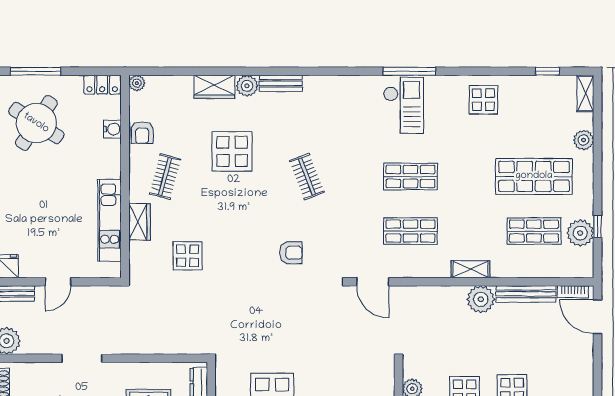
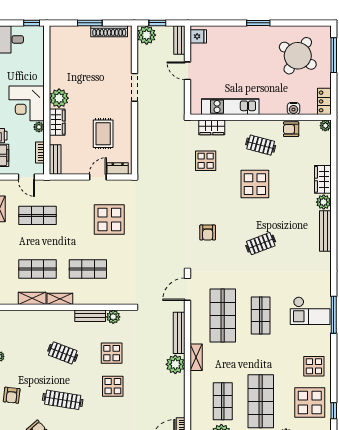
bench: (281, 83) -> (325, 231), width x1.36
display table: (536, 106) -> (310, 403), added
display table: (232, 151) -> (255, 184), moved
wardrobe: (140, 222) -> (212, 127), moved
shop shelf: (410, 231) -> (223, 316), width x1.43, depth x1.36
bench: (526, 294) -> (179, 333), moved

